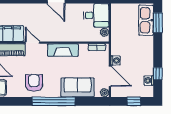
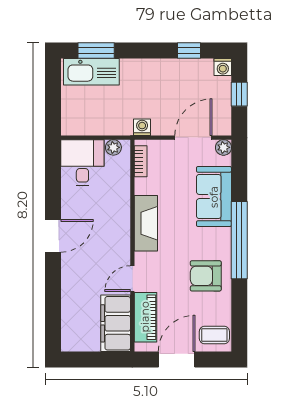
washing machine: (116, 61) -> (142, 127), moved
washing machine: (149, 80) -> (223, 67), moved

